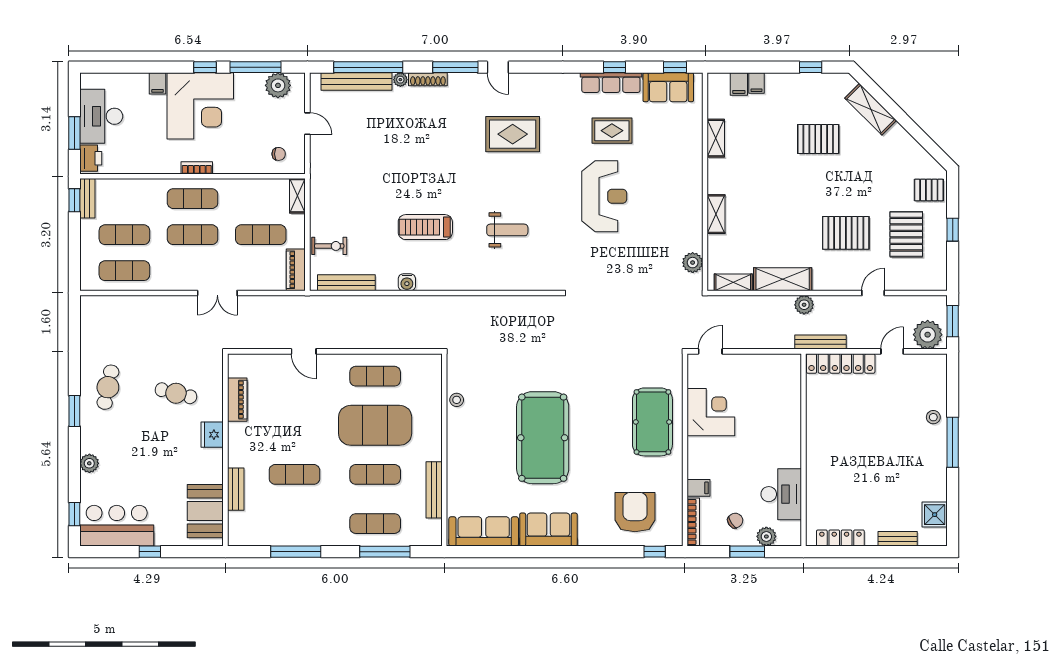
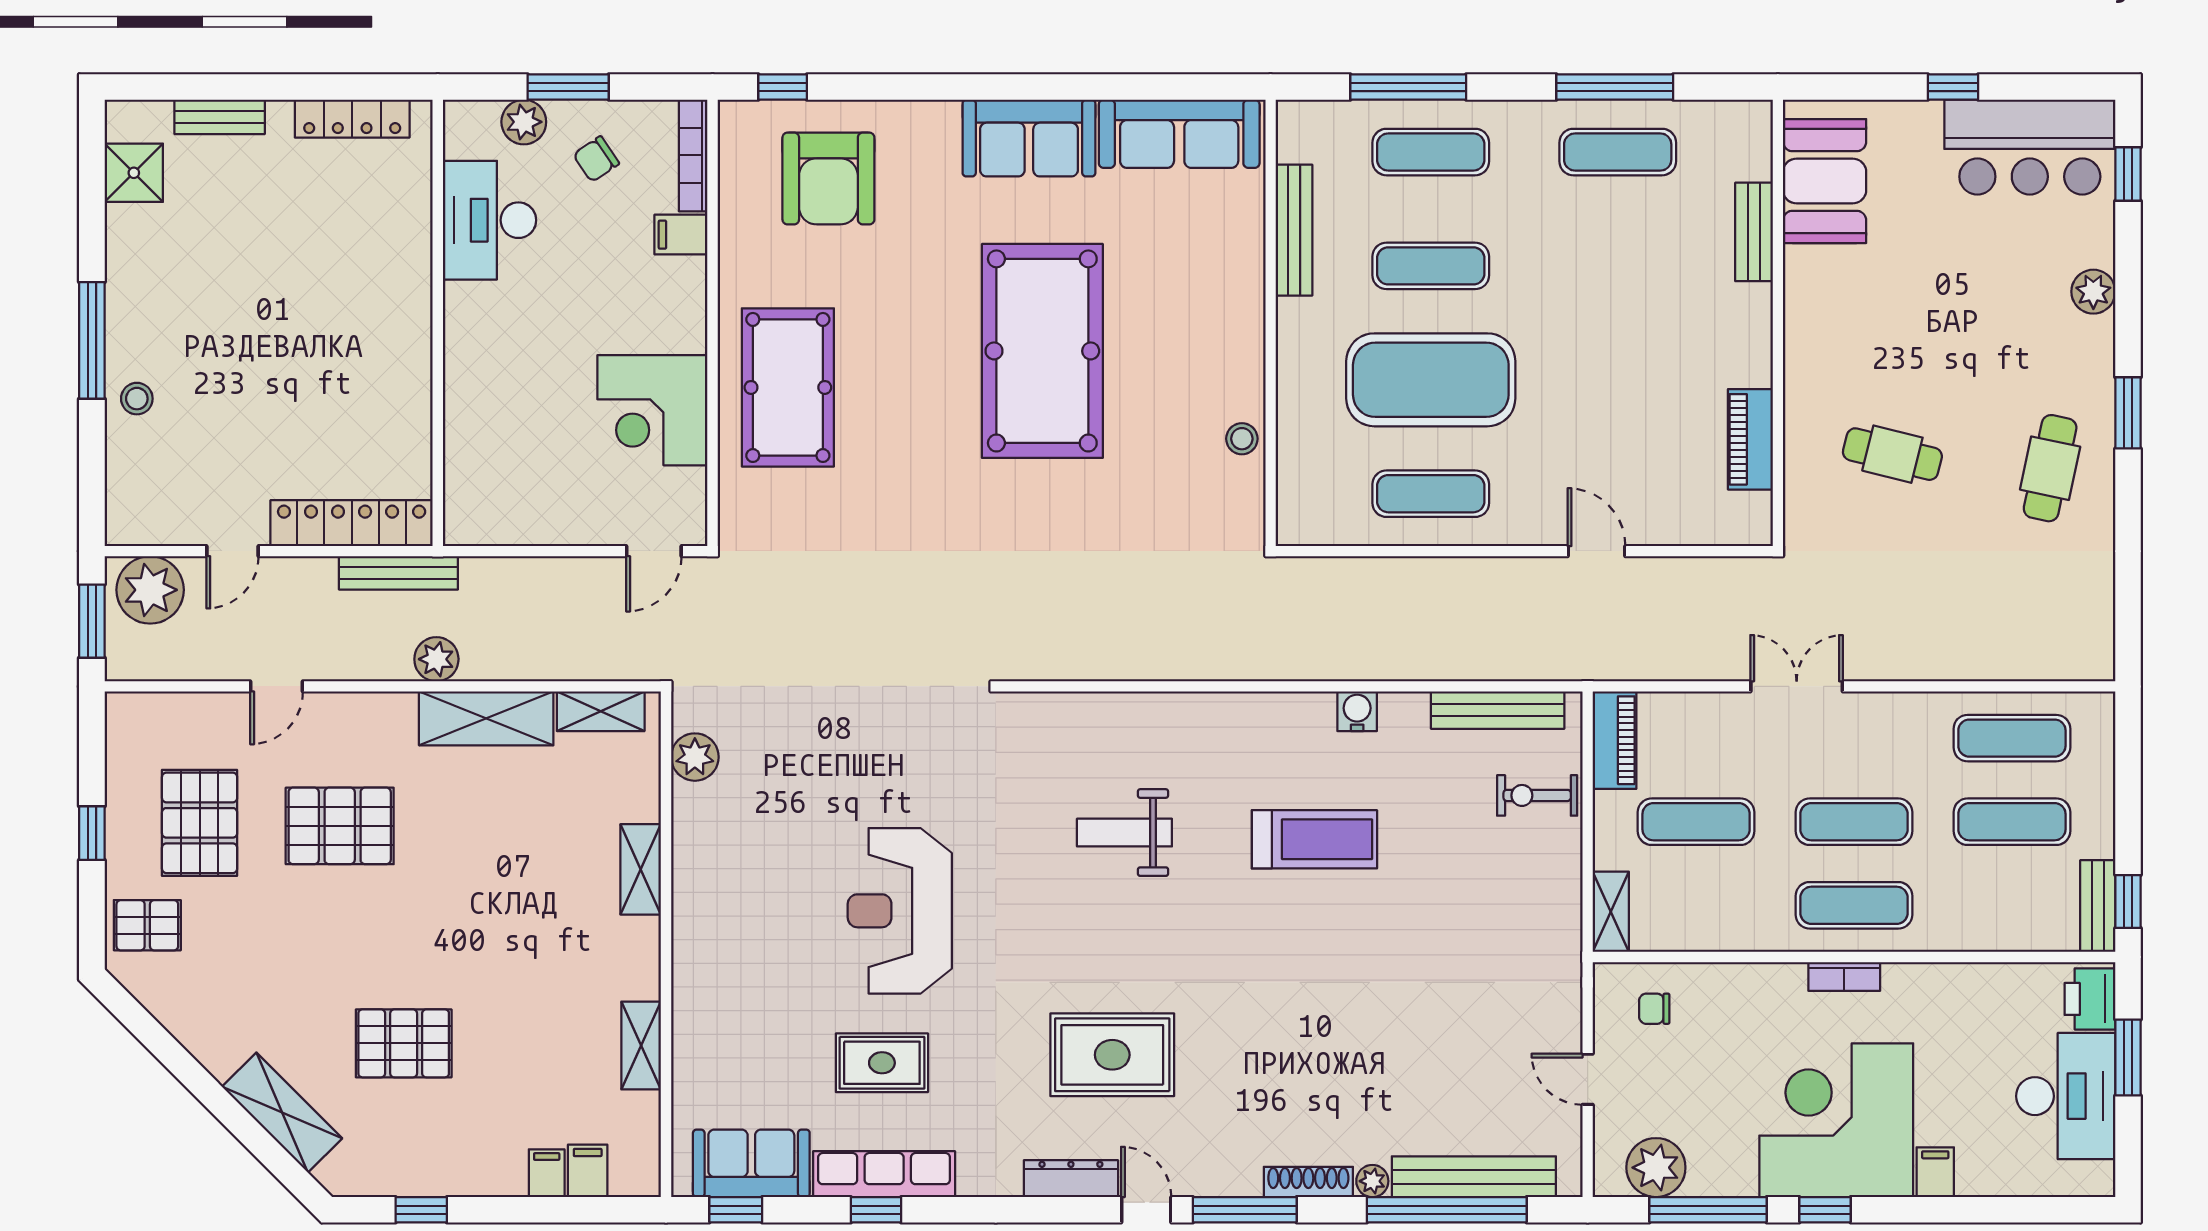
dresser: (530, 81) -> (1071, 1179), added
fridge: (212, 435) -> (1808, 358), removed
exercise mat: (294, 474) -> (1618, 152), moved

